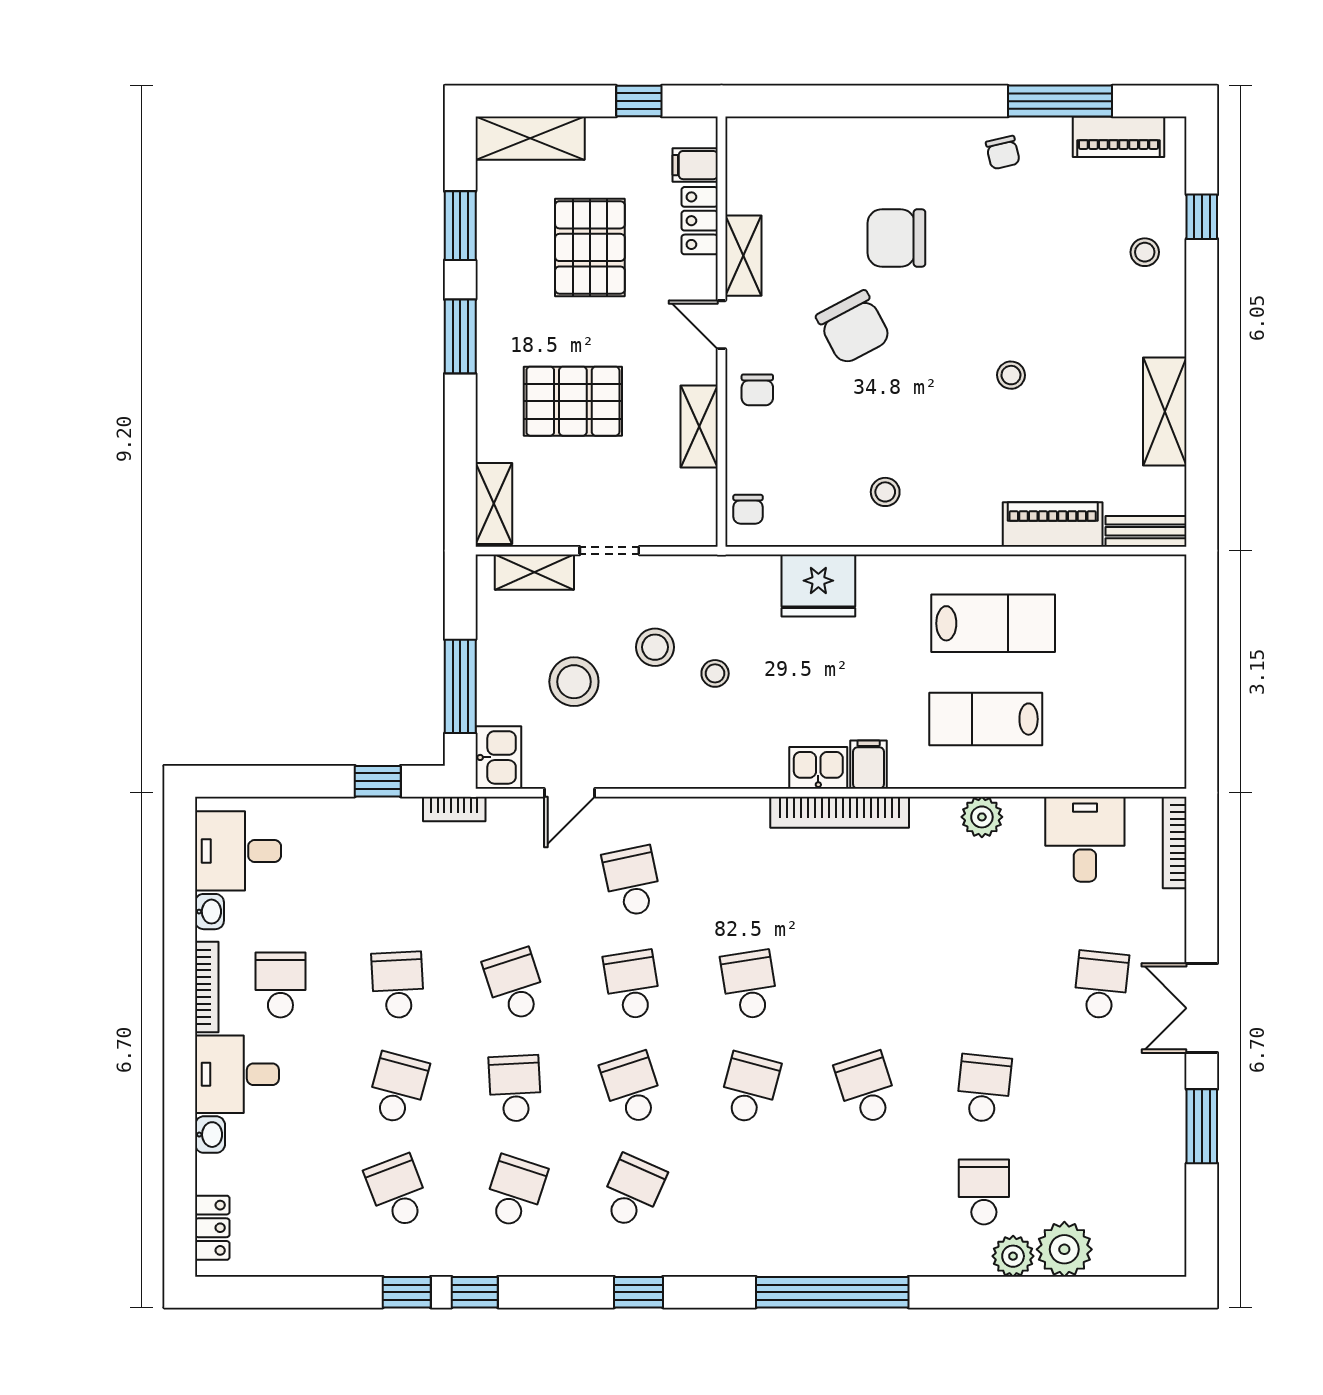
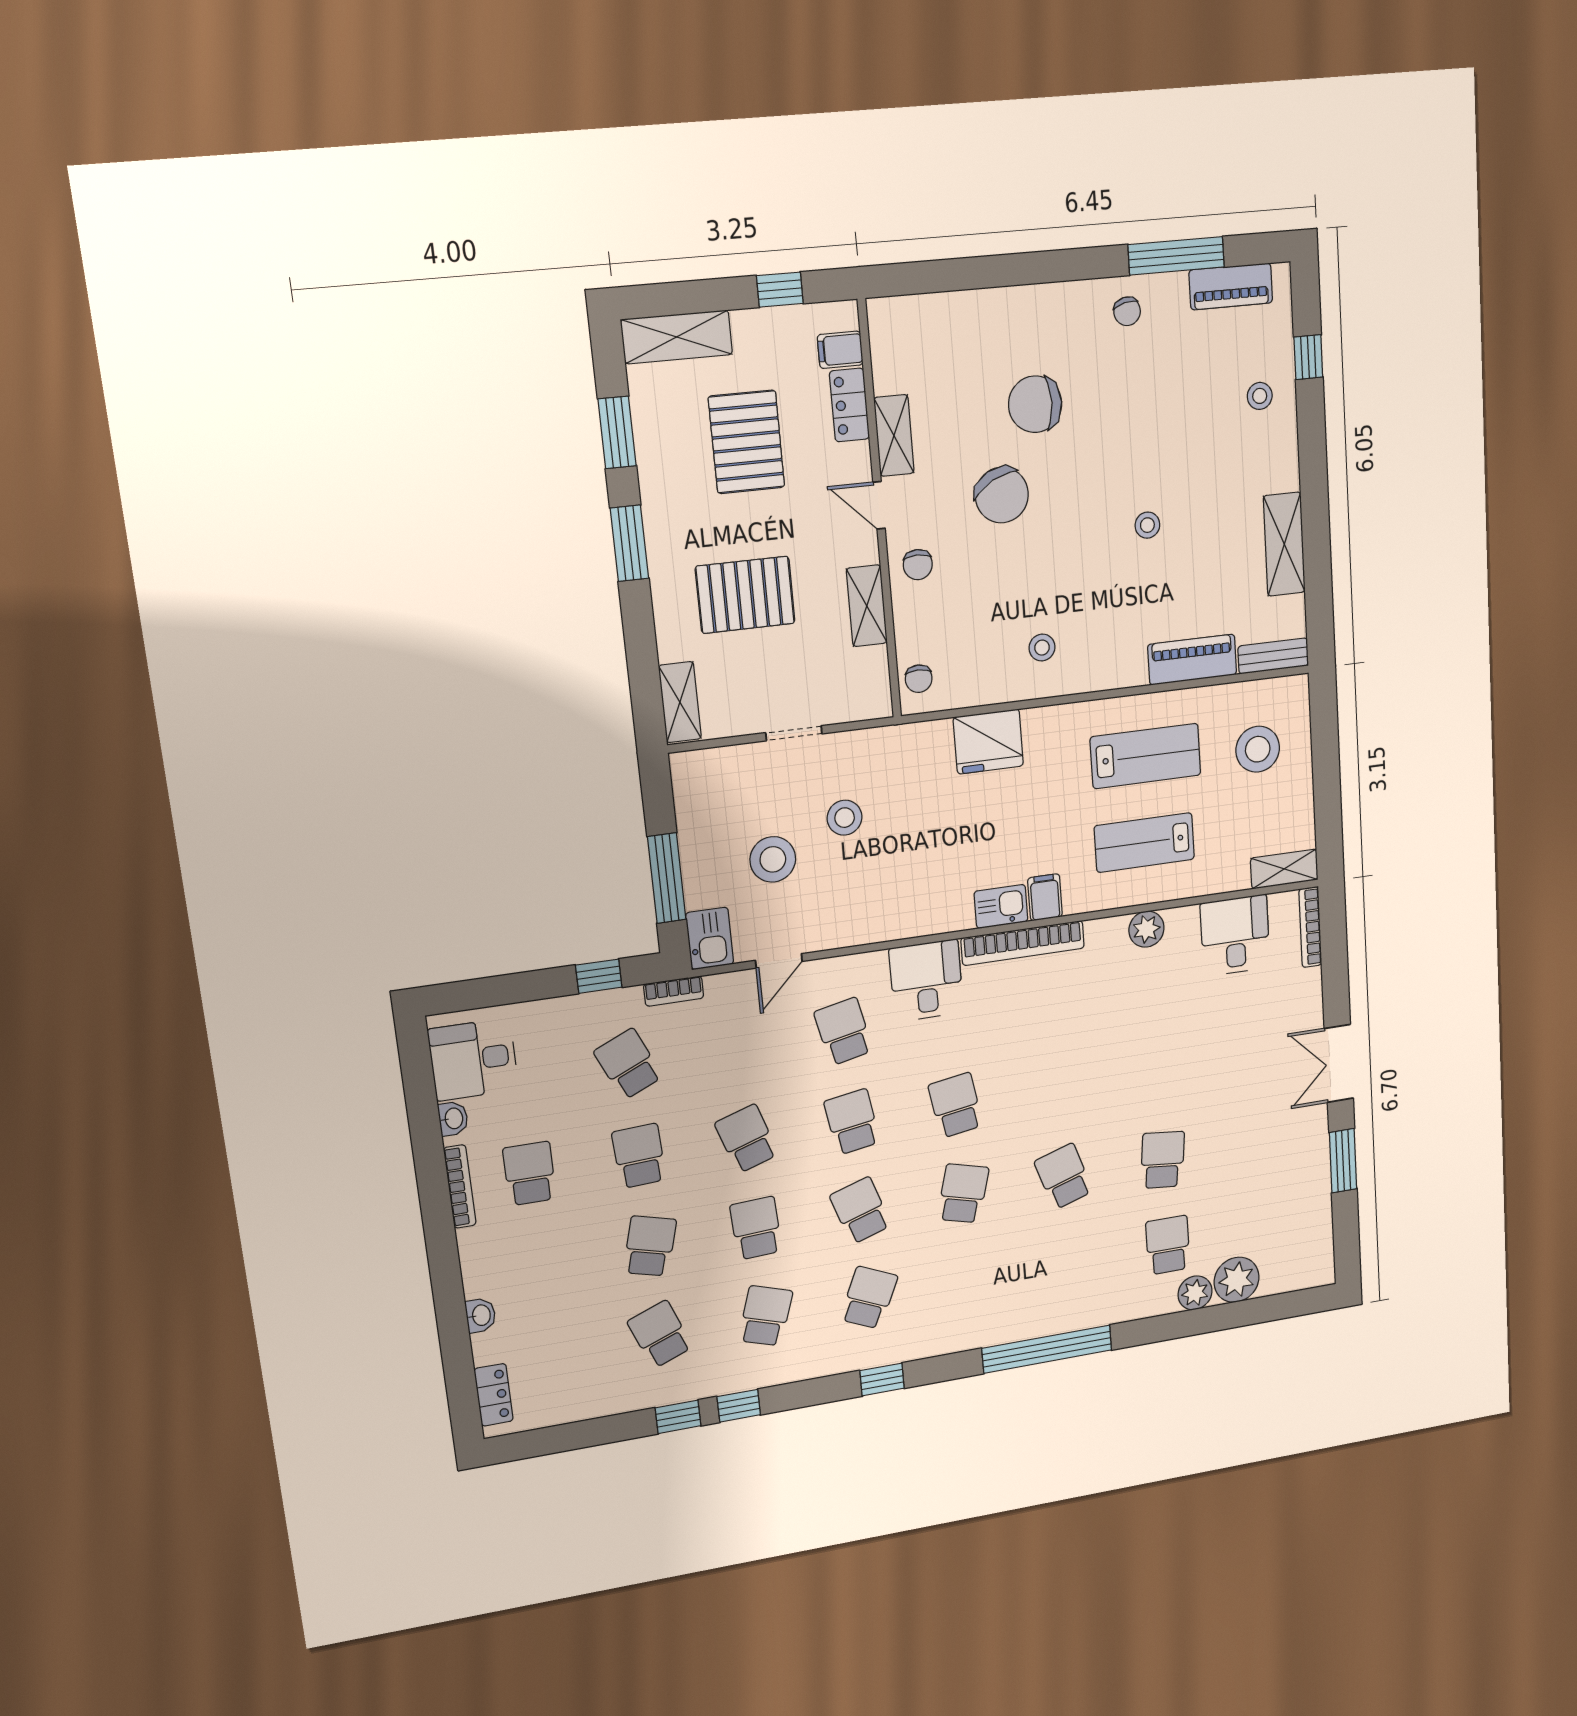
shelving: (534, 572) -> (1284, 869), moved
stool: (715, 673) -> (1258, 749), moved, width x1.89, depth x1.89
school desk: (1101, 985) -> (628, 1064), moved, turned -30
desk: (237, 1074) -> (926, 981), moved, turned 90

